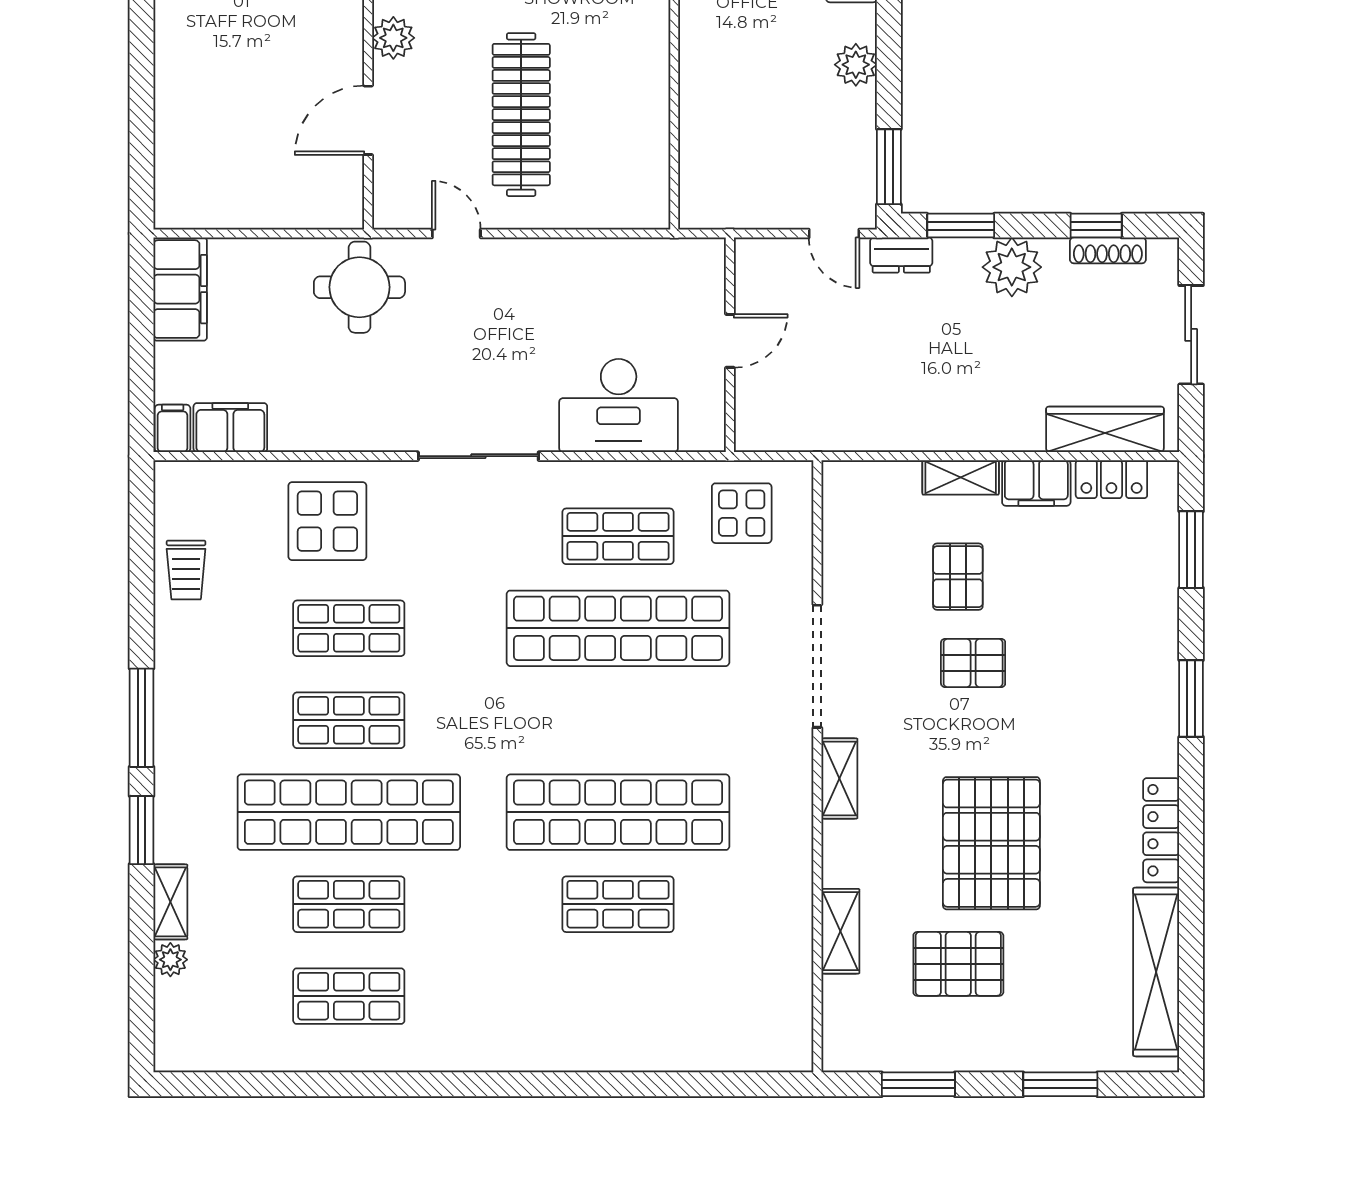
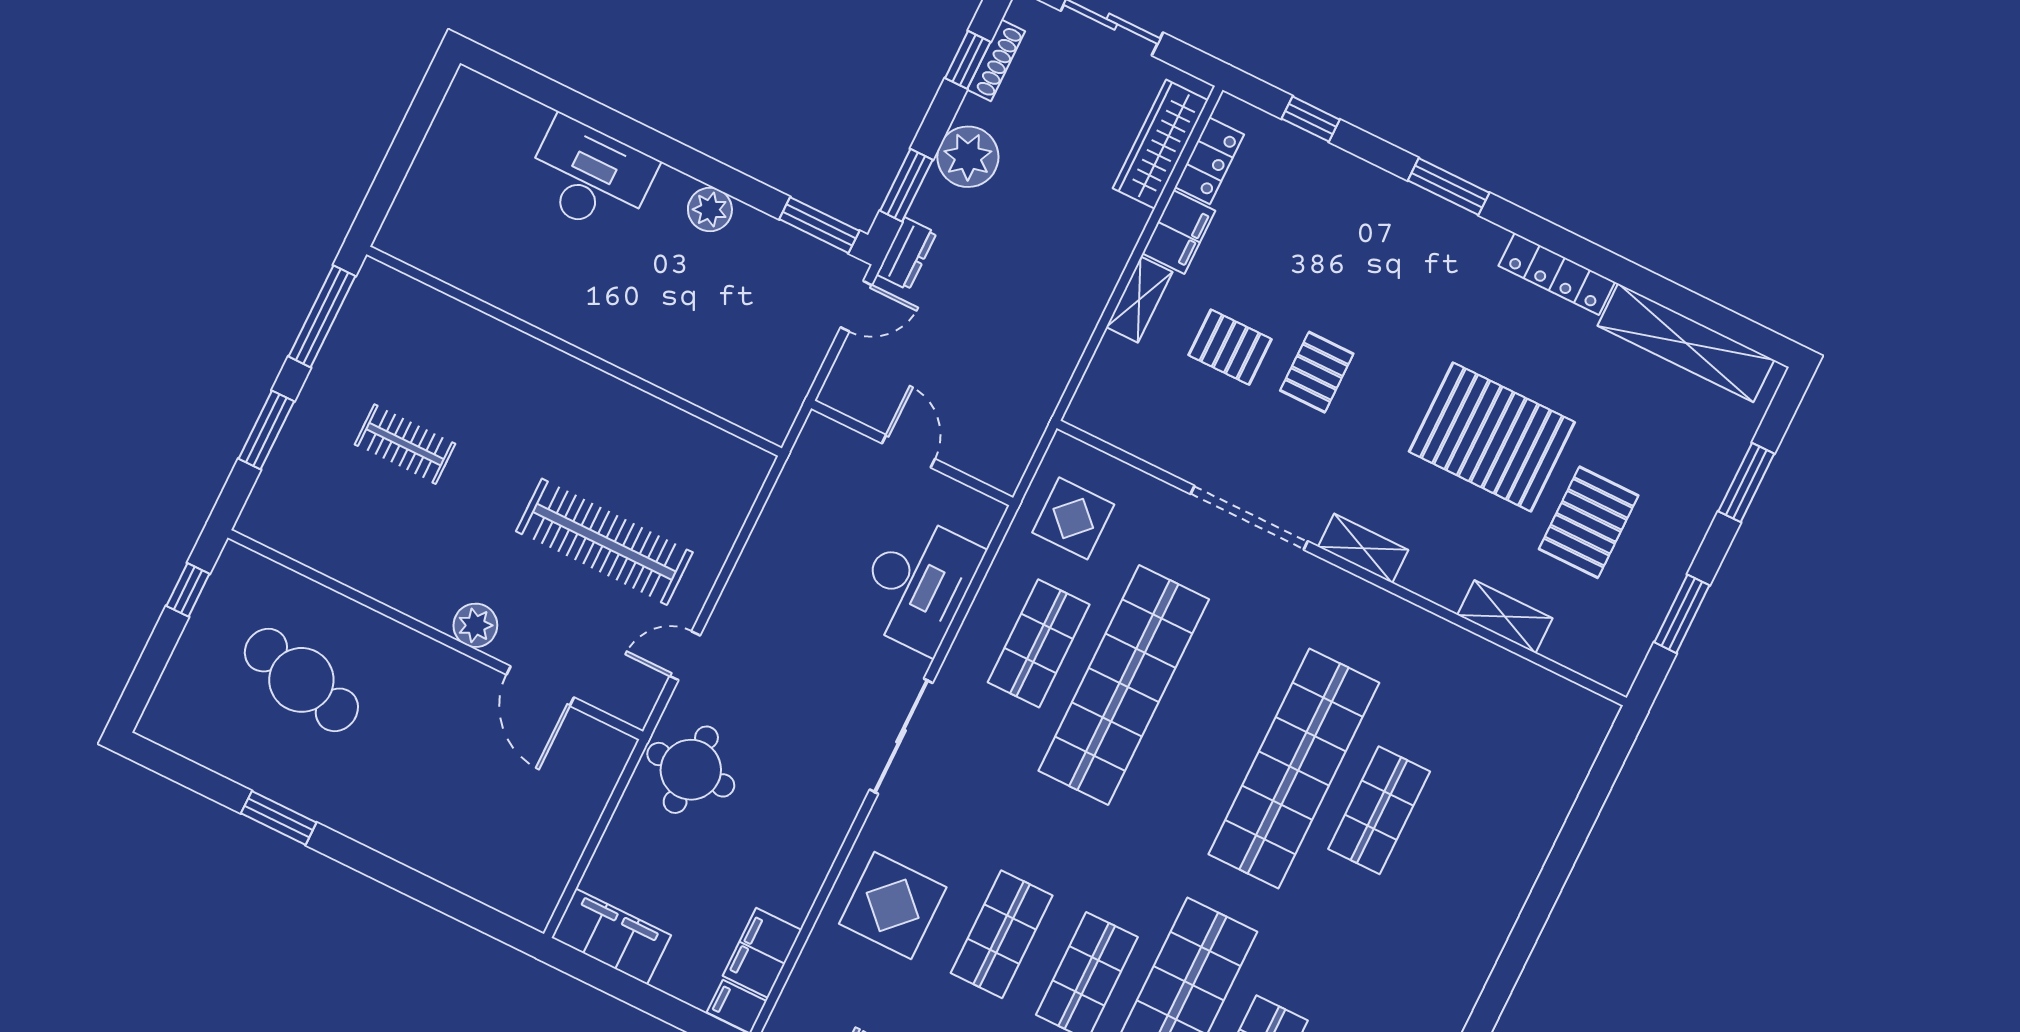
window: (1191, 550) -> (1311, 119), width x0.67

